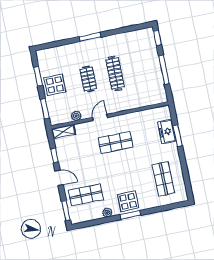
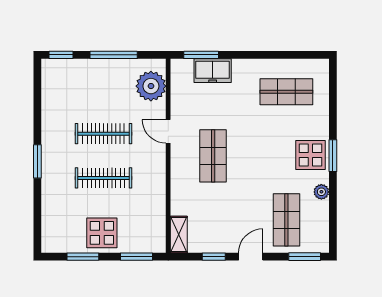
clothes rail: (88, 79) -> (104, 178), width x1.36
plant: (76, 116) -> (151, 86), moved, width x1.87, depth x1.87
door: (100, 117) -> (168, 131), moved
window: (178, 136) -> (201, 55), moved

